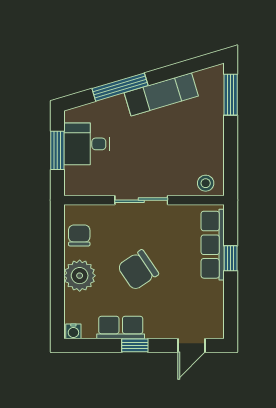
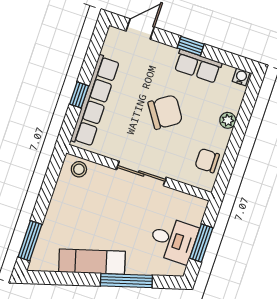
chair: (79, 235) -> (207, 161), turned 90
row of seats: (213, 245) -> (95, 101), width x1.36
plant: (80, 276) -> (228, 120), width x0.53, depth x0.53

